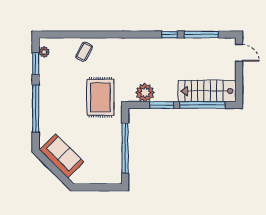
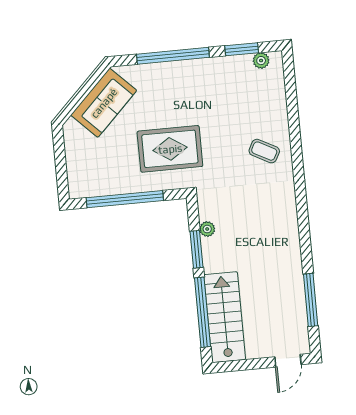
window: (170, 35) -> (306, 251), removed
coffee table: (84, 52) -> (264, 151), moved
plant: (145, 93) -> (207, 229), width x0.53, depth x0.53
rug: (100, 97) -> (170, 149), moved

